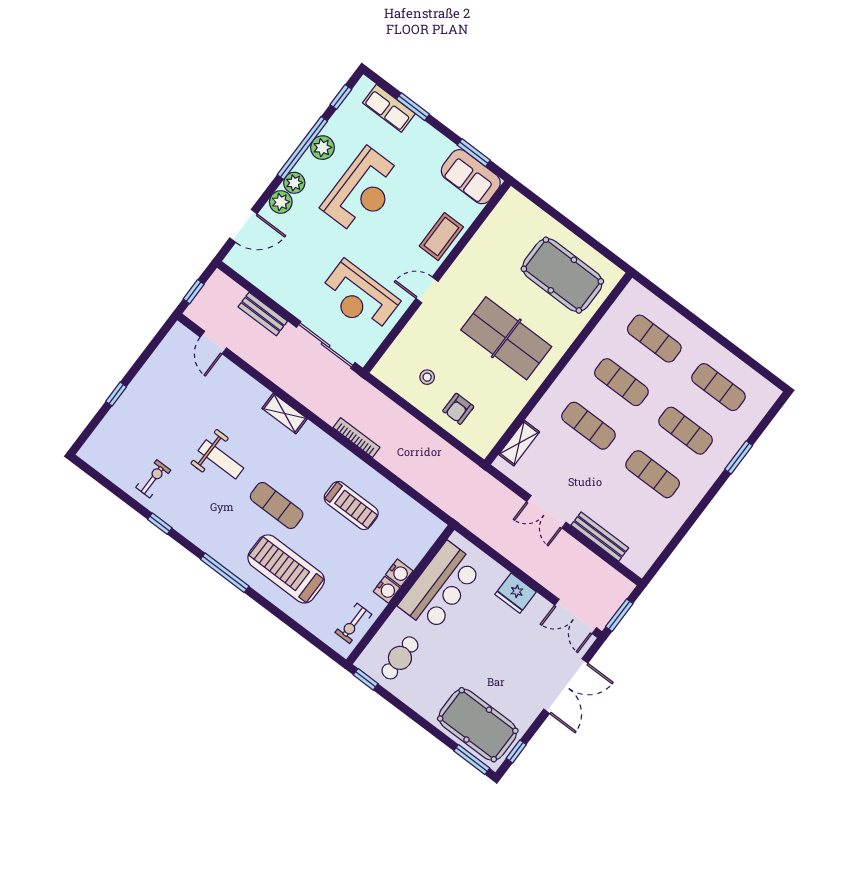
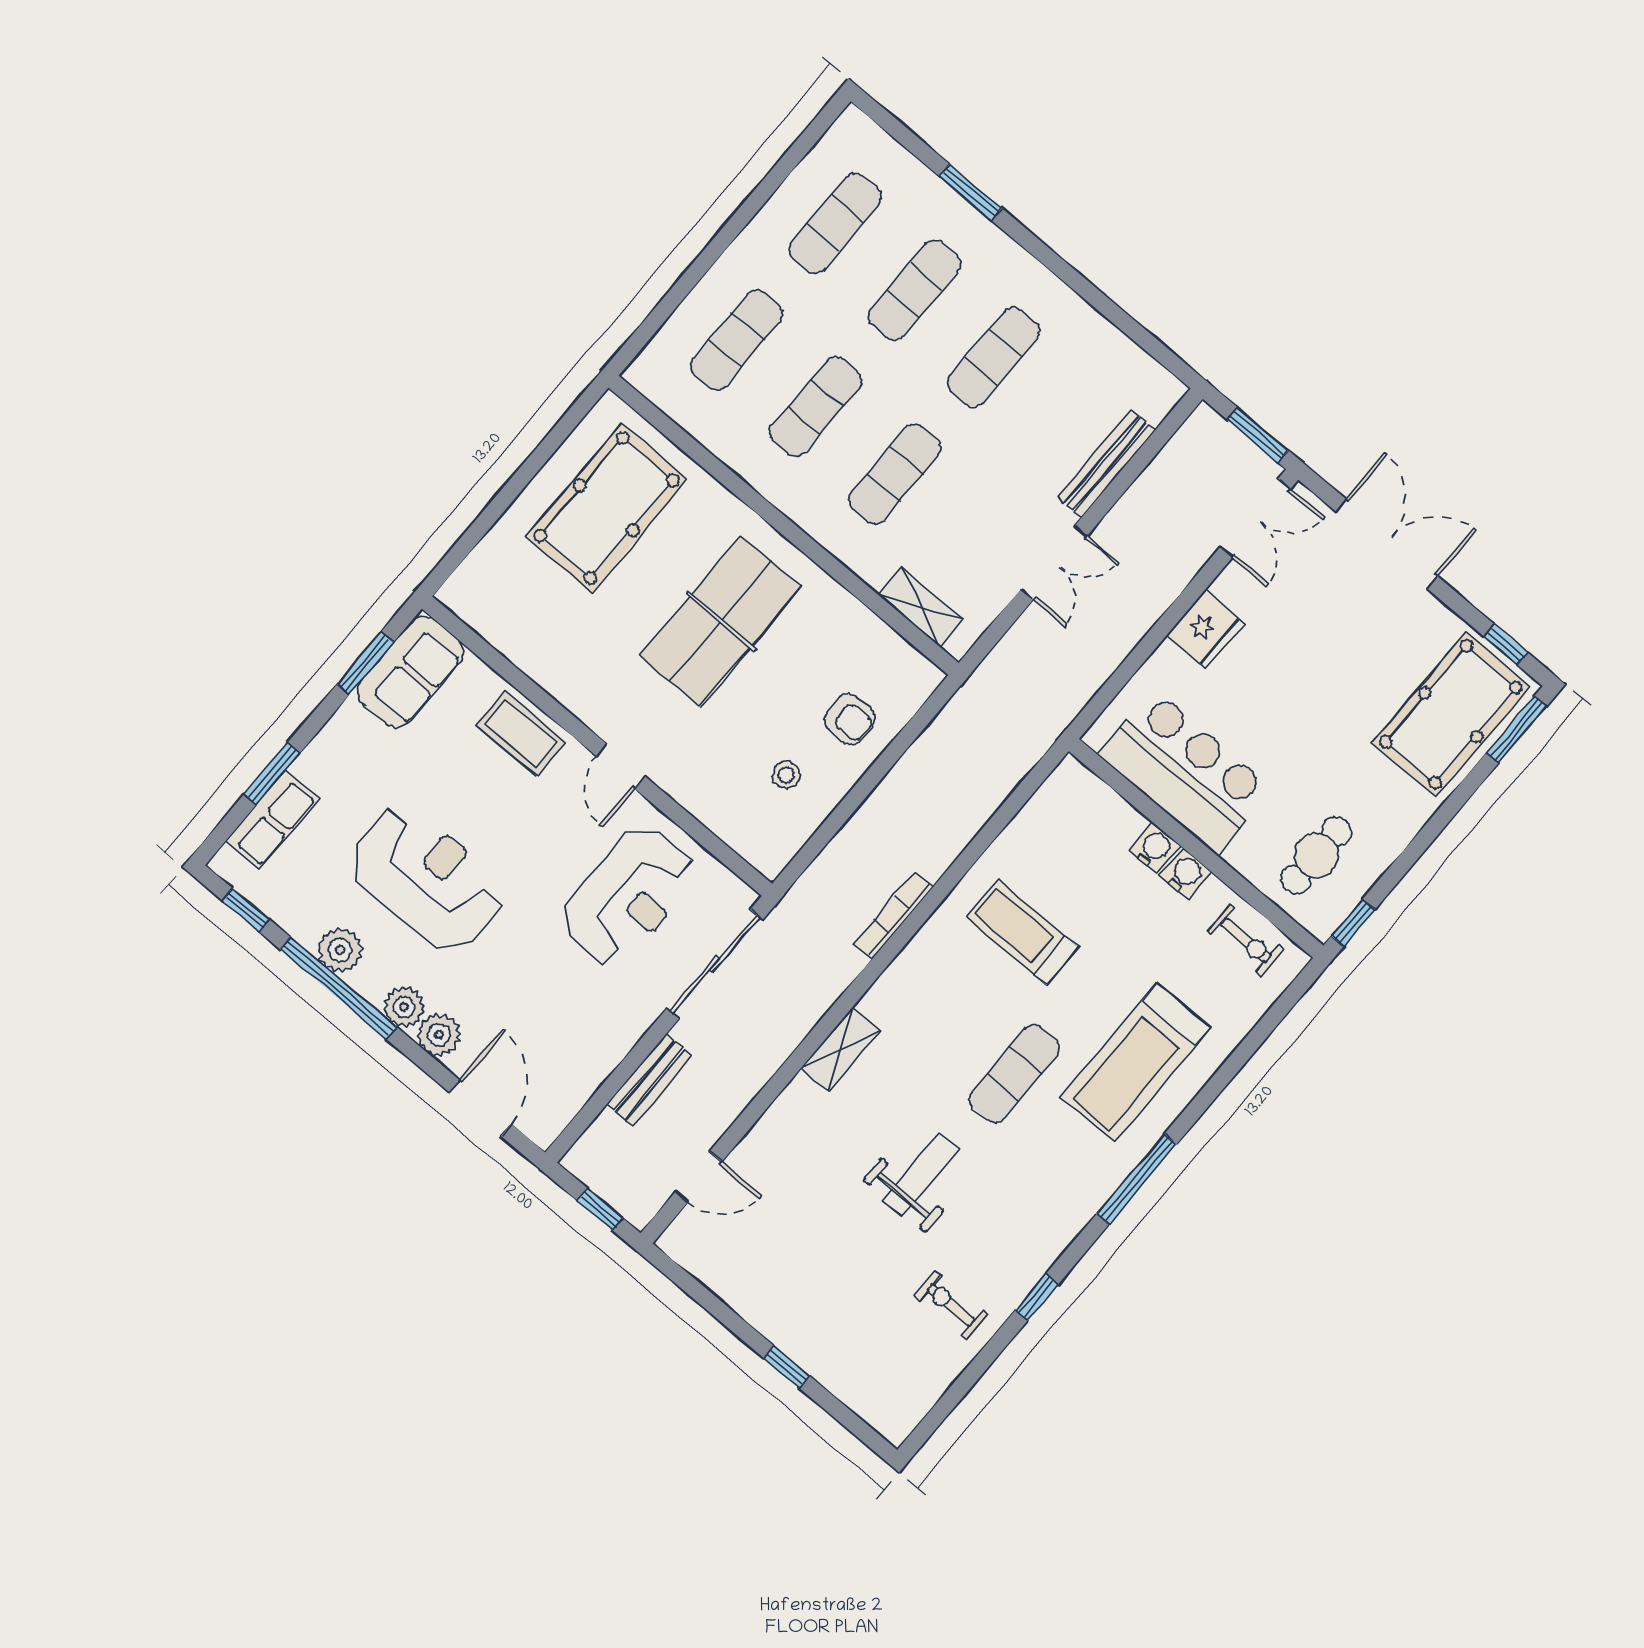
treadmill: (351, 506) -> (1022, 932), turned -90
cafe table: (400, 658) -> (1316, 855), turned 90

